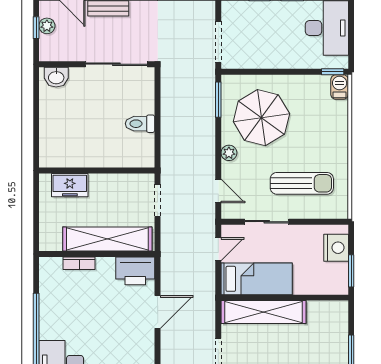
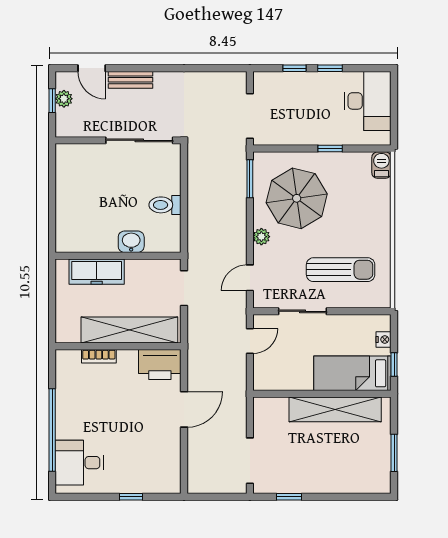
window: (333, 72) -> (330, 149), moved
washbasin: (56, 77) -> (131, 242), moved, turned 180
freezer: (70, 185) -> (97, 272), width x1.40
door: (218, 191) -> (250, 278), swing flipped
nightstand: (336, 248) -> (384, 339), width x0.53, depth x0.56
window: (351, 271) -> (394, 365), width x0.67
bed: (257, 279) -> (352, 373), moved, turned 180
shelving: (264, 312) -> (335, 409), moved

